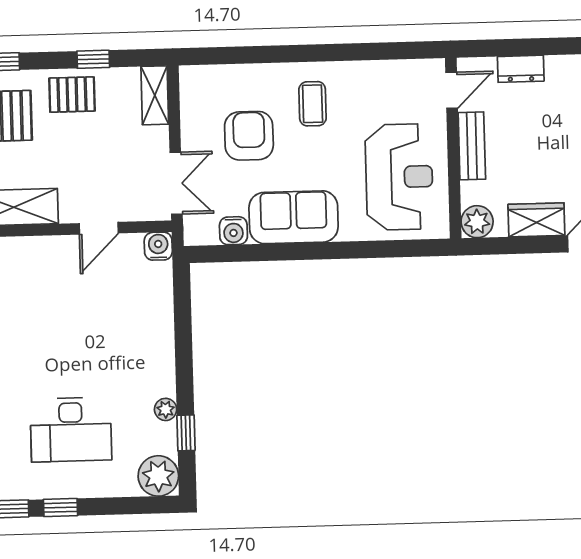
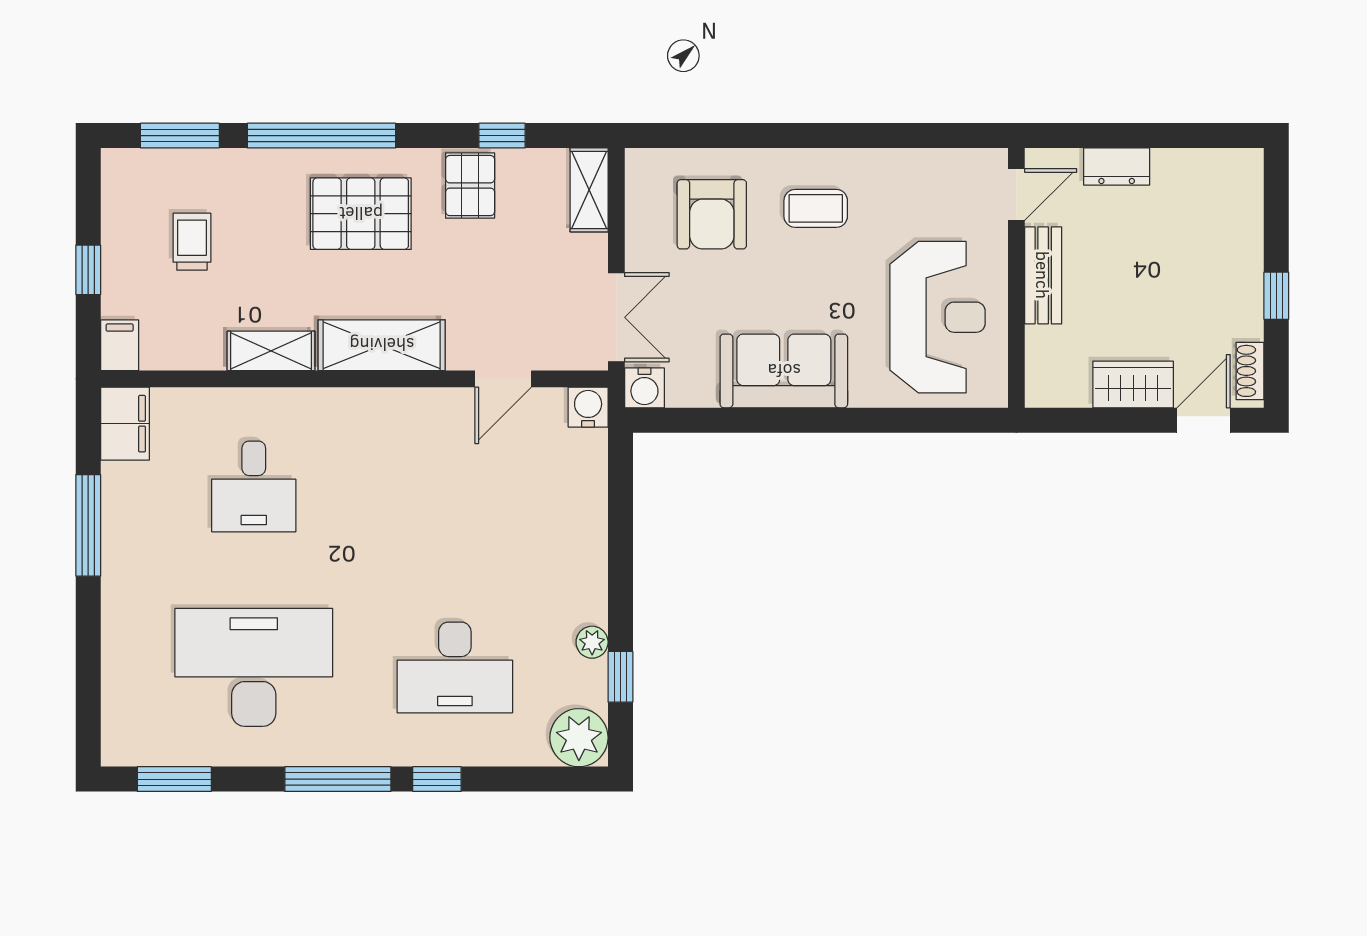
pallet: (72, 95) -> (470, 186), turned 90
coffee table: (313, 104) -> (816, 208), turned 90
armchair: (249, 136) -> (712, 214), moved, turned 180
plant: (477, 222) -> (1048, 385), removed
water cooler: (233, 231) -> (644, 388), moved

